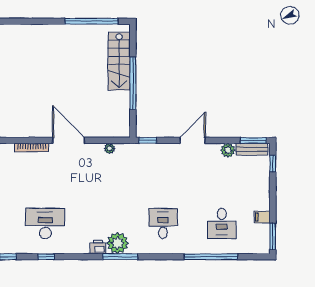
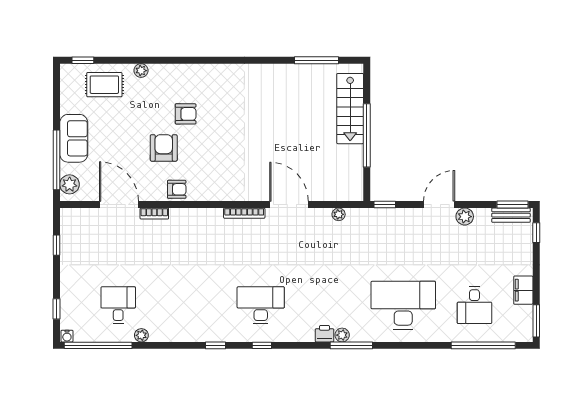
window: (91, 21) -> (316, 60), width x0.68
plant: (228, 150) -> (465, 217), moved
filing cabinet: (262, 217) -> (523, 290), width x2.00
desk: (163, 223) -> (403, 305), width x1.87, depth x1.30
plant: (118, 243) -> (342, 335), width x0.53, depth x0.53
window: (211, 257) -> (483, 345), moved

